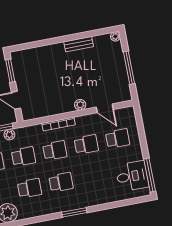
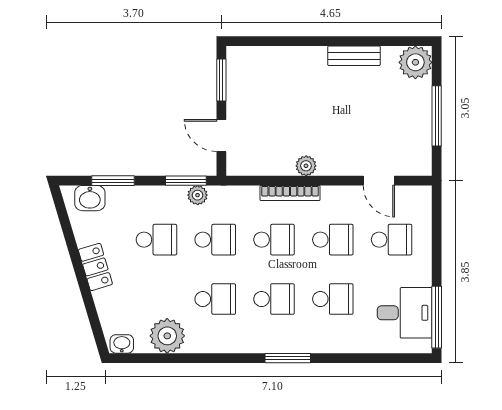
plant: (115, 36) -> (415, 62), width x1.88, depth x1.88
plant: (80, 105) -> (306, 166), moved
school desk: (92, 176) -> (333, 299), added

